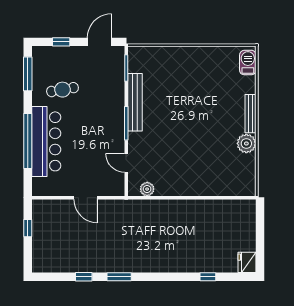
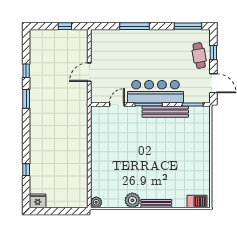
cafe table: (62, 90) -> (199, 56), moved
window: (28, 141) -> (134, 26), width x0.68
bar counter: (46, 141) -> (155, 92), moved, turned 180
plant: (147, 189) -> (96, 202), moved

